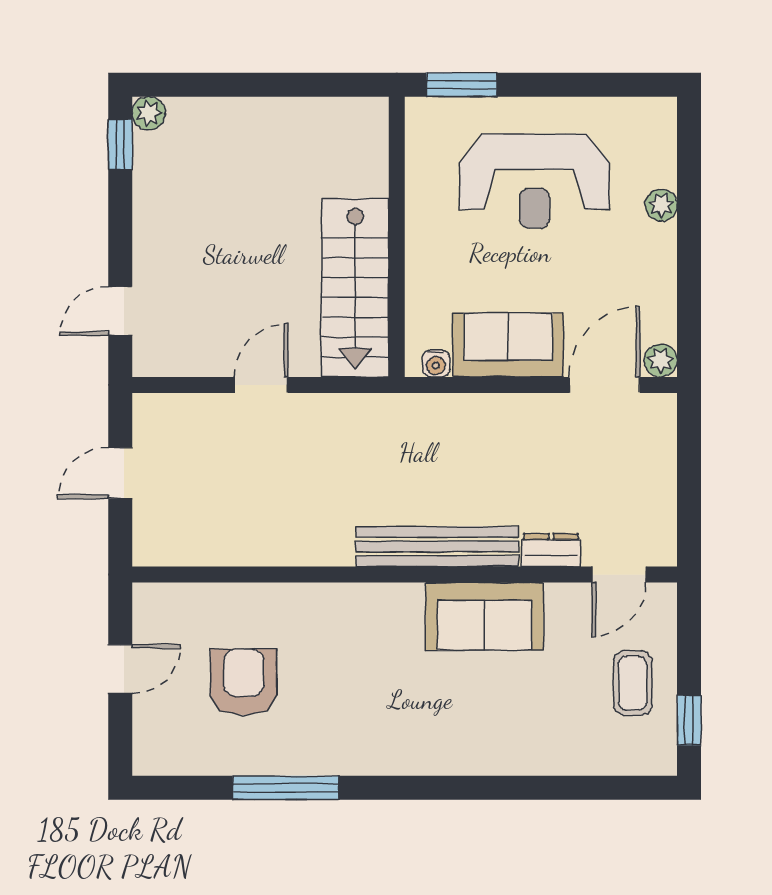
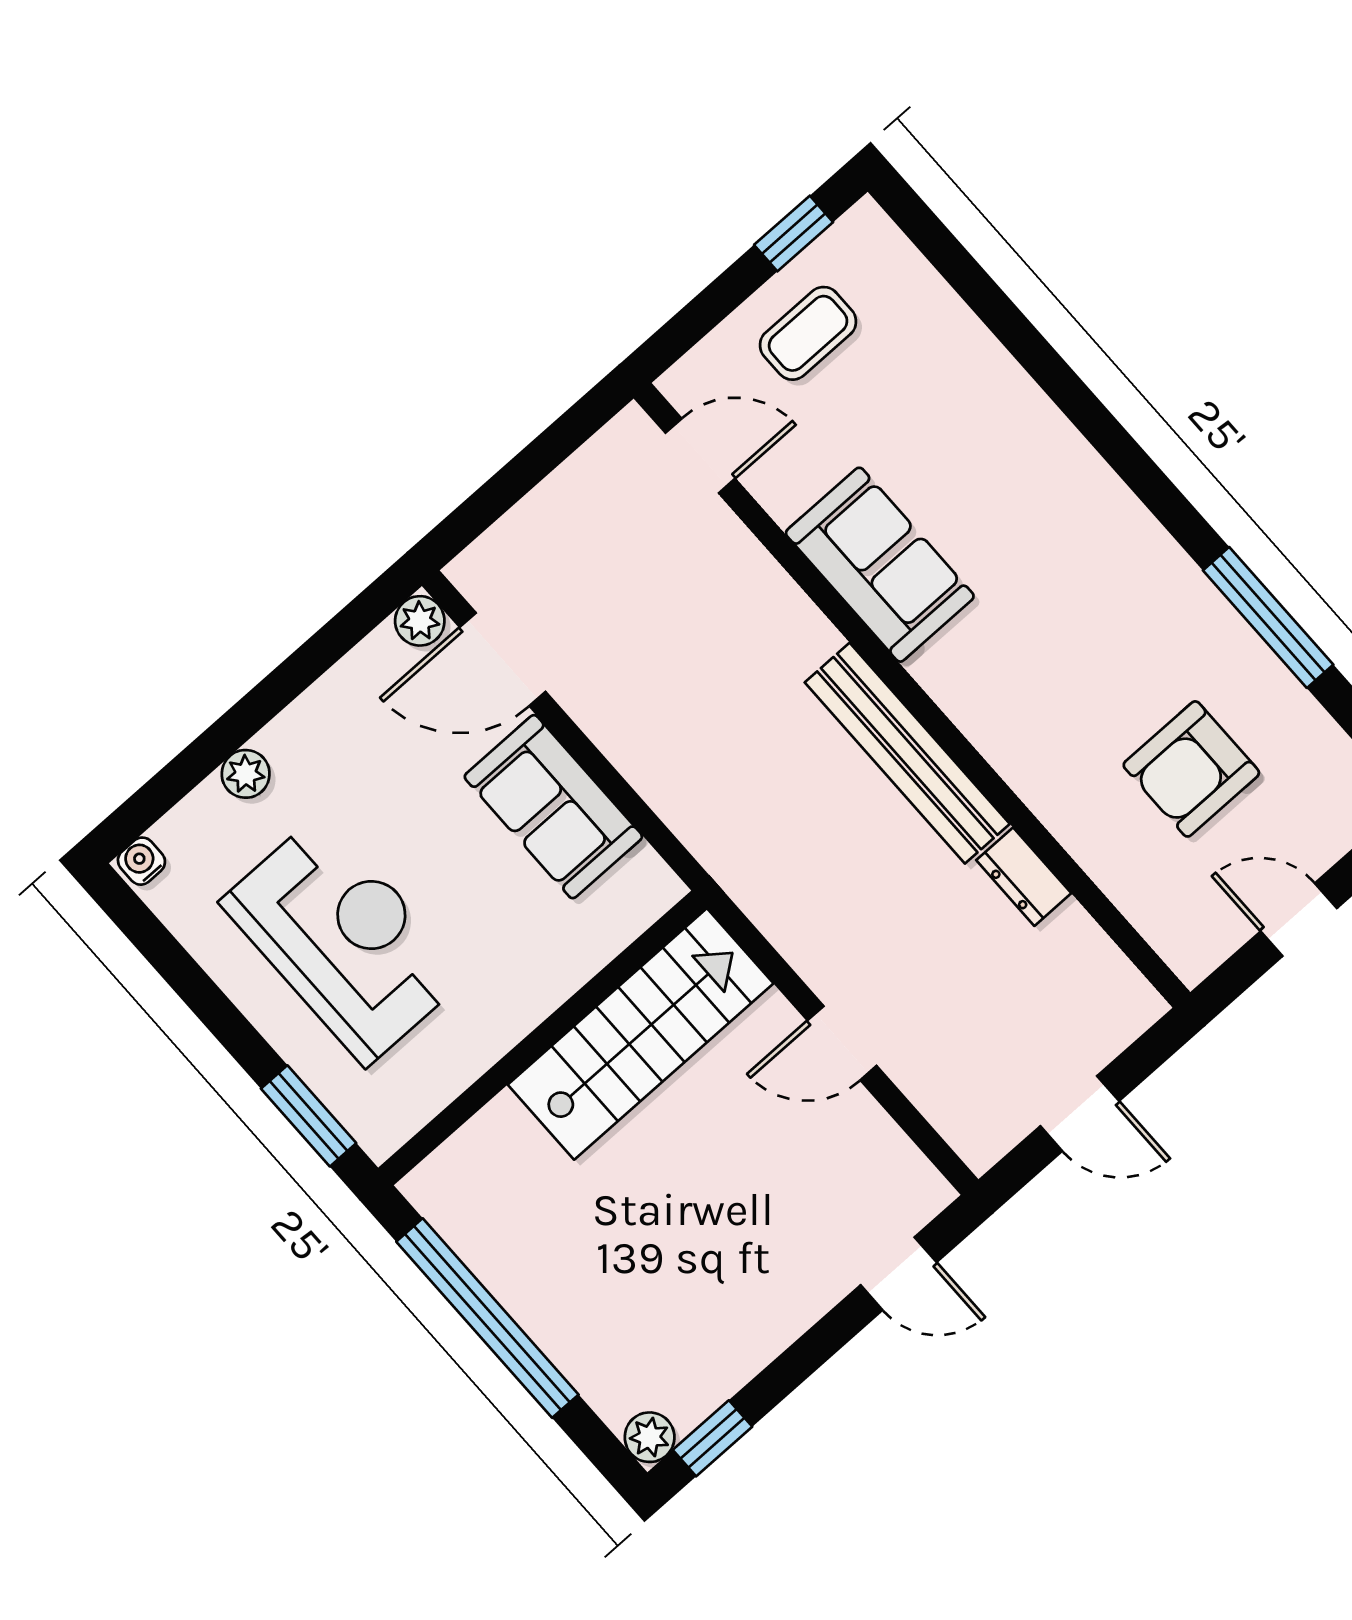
window: (281, 85) -> (487, 1318), added
water cooler: (436, 363) -> (141, 861), moved, turned -90
bench: (437, 546) -> (907, 753), moved
dresser: (551, 550) -> (1024, 877), moved

